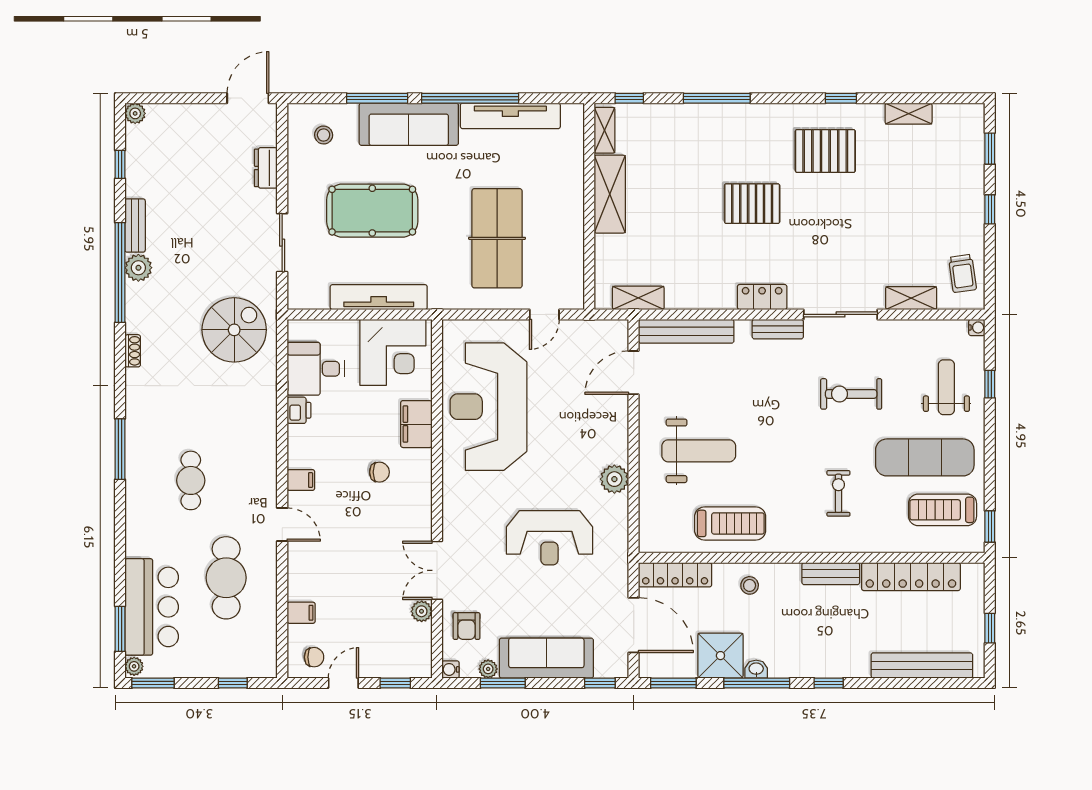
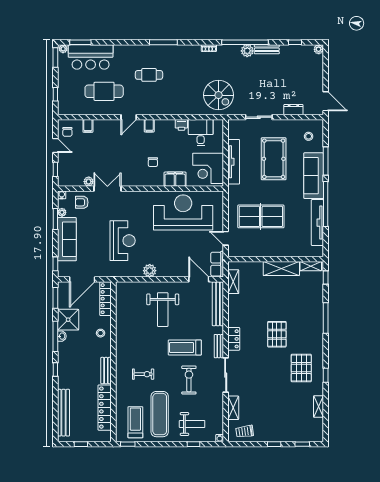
row of seats: (600, 333) -> (217, 264), added
treadmill: (730, 523) -> (185, 347), moved, turned 90
reception desk: (549, 538) -> (123, 241), turned 180

